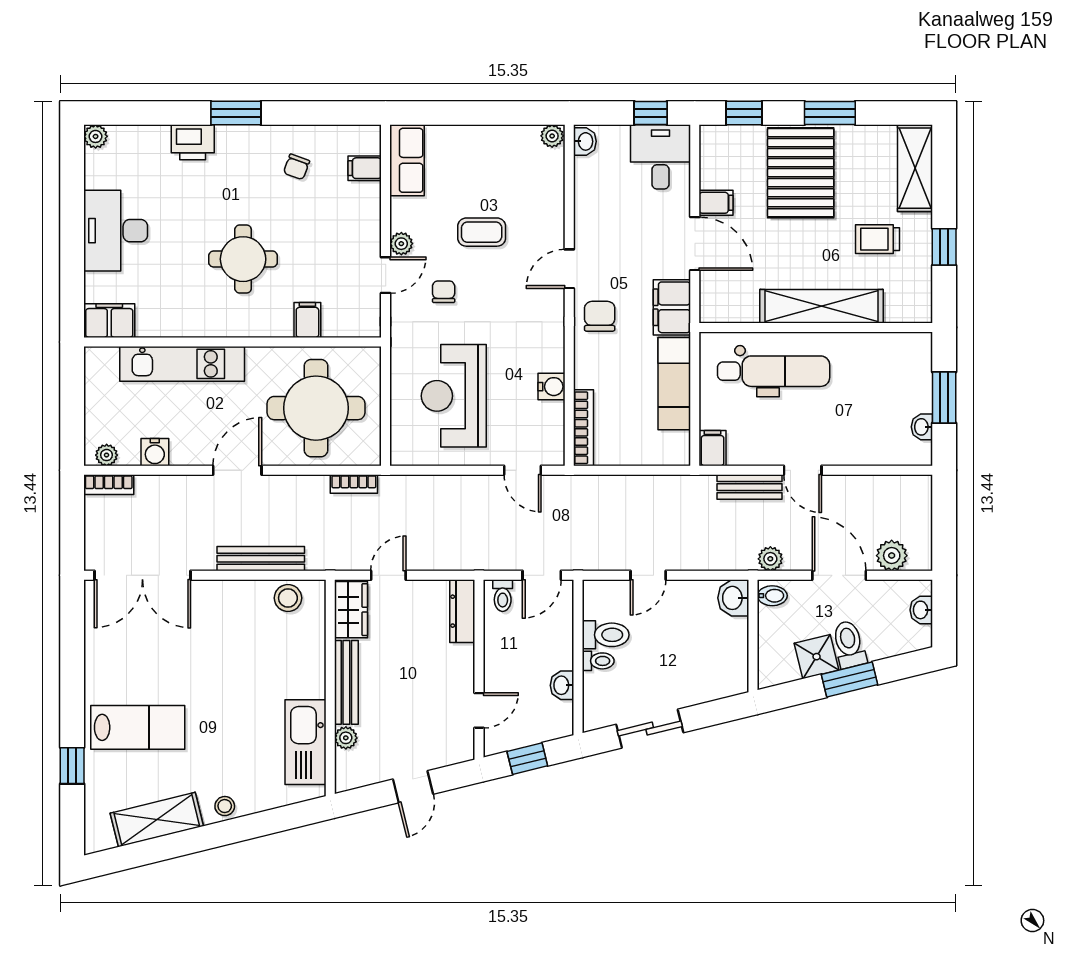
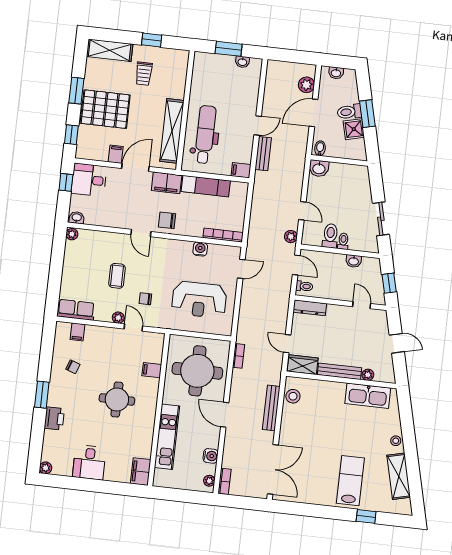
desk: (116, 231) -> (89, 462), width x0.73
shelving: (821, 306) -> (172, 131), moved
plant: (770, 559) -> (291, 237), moved

